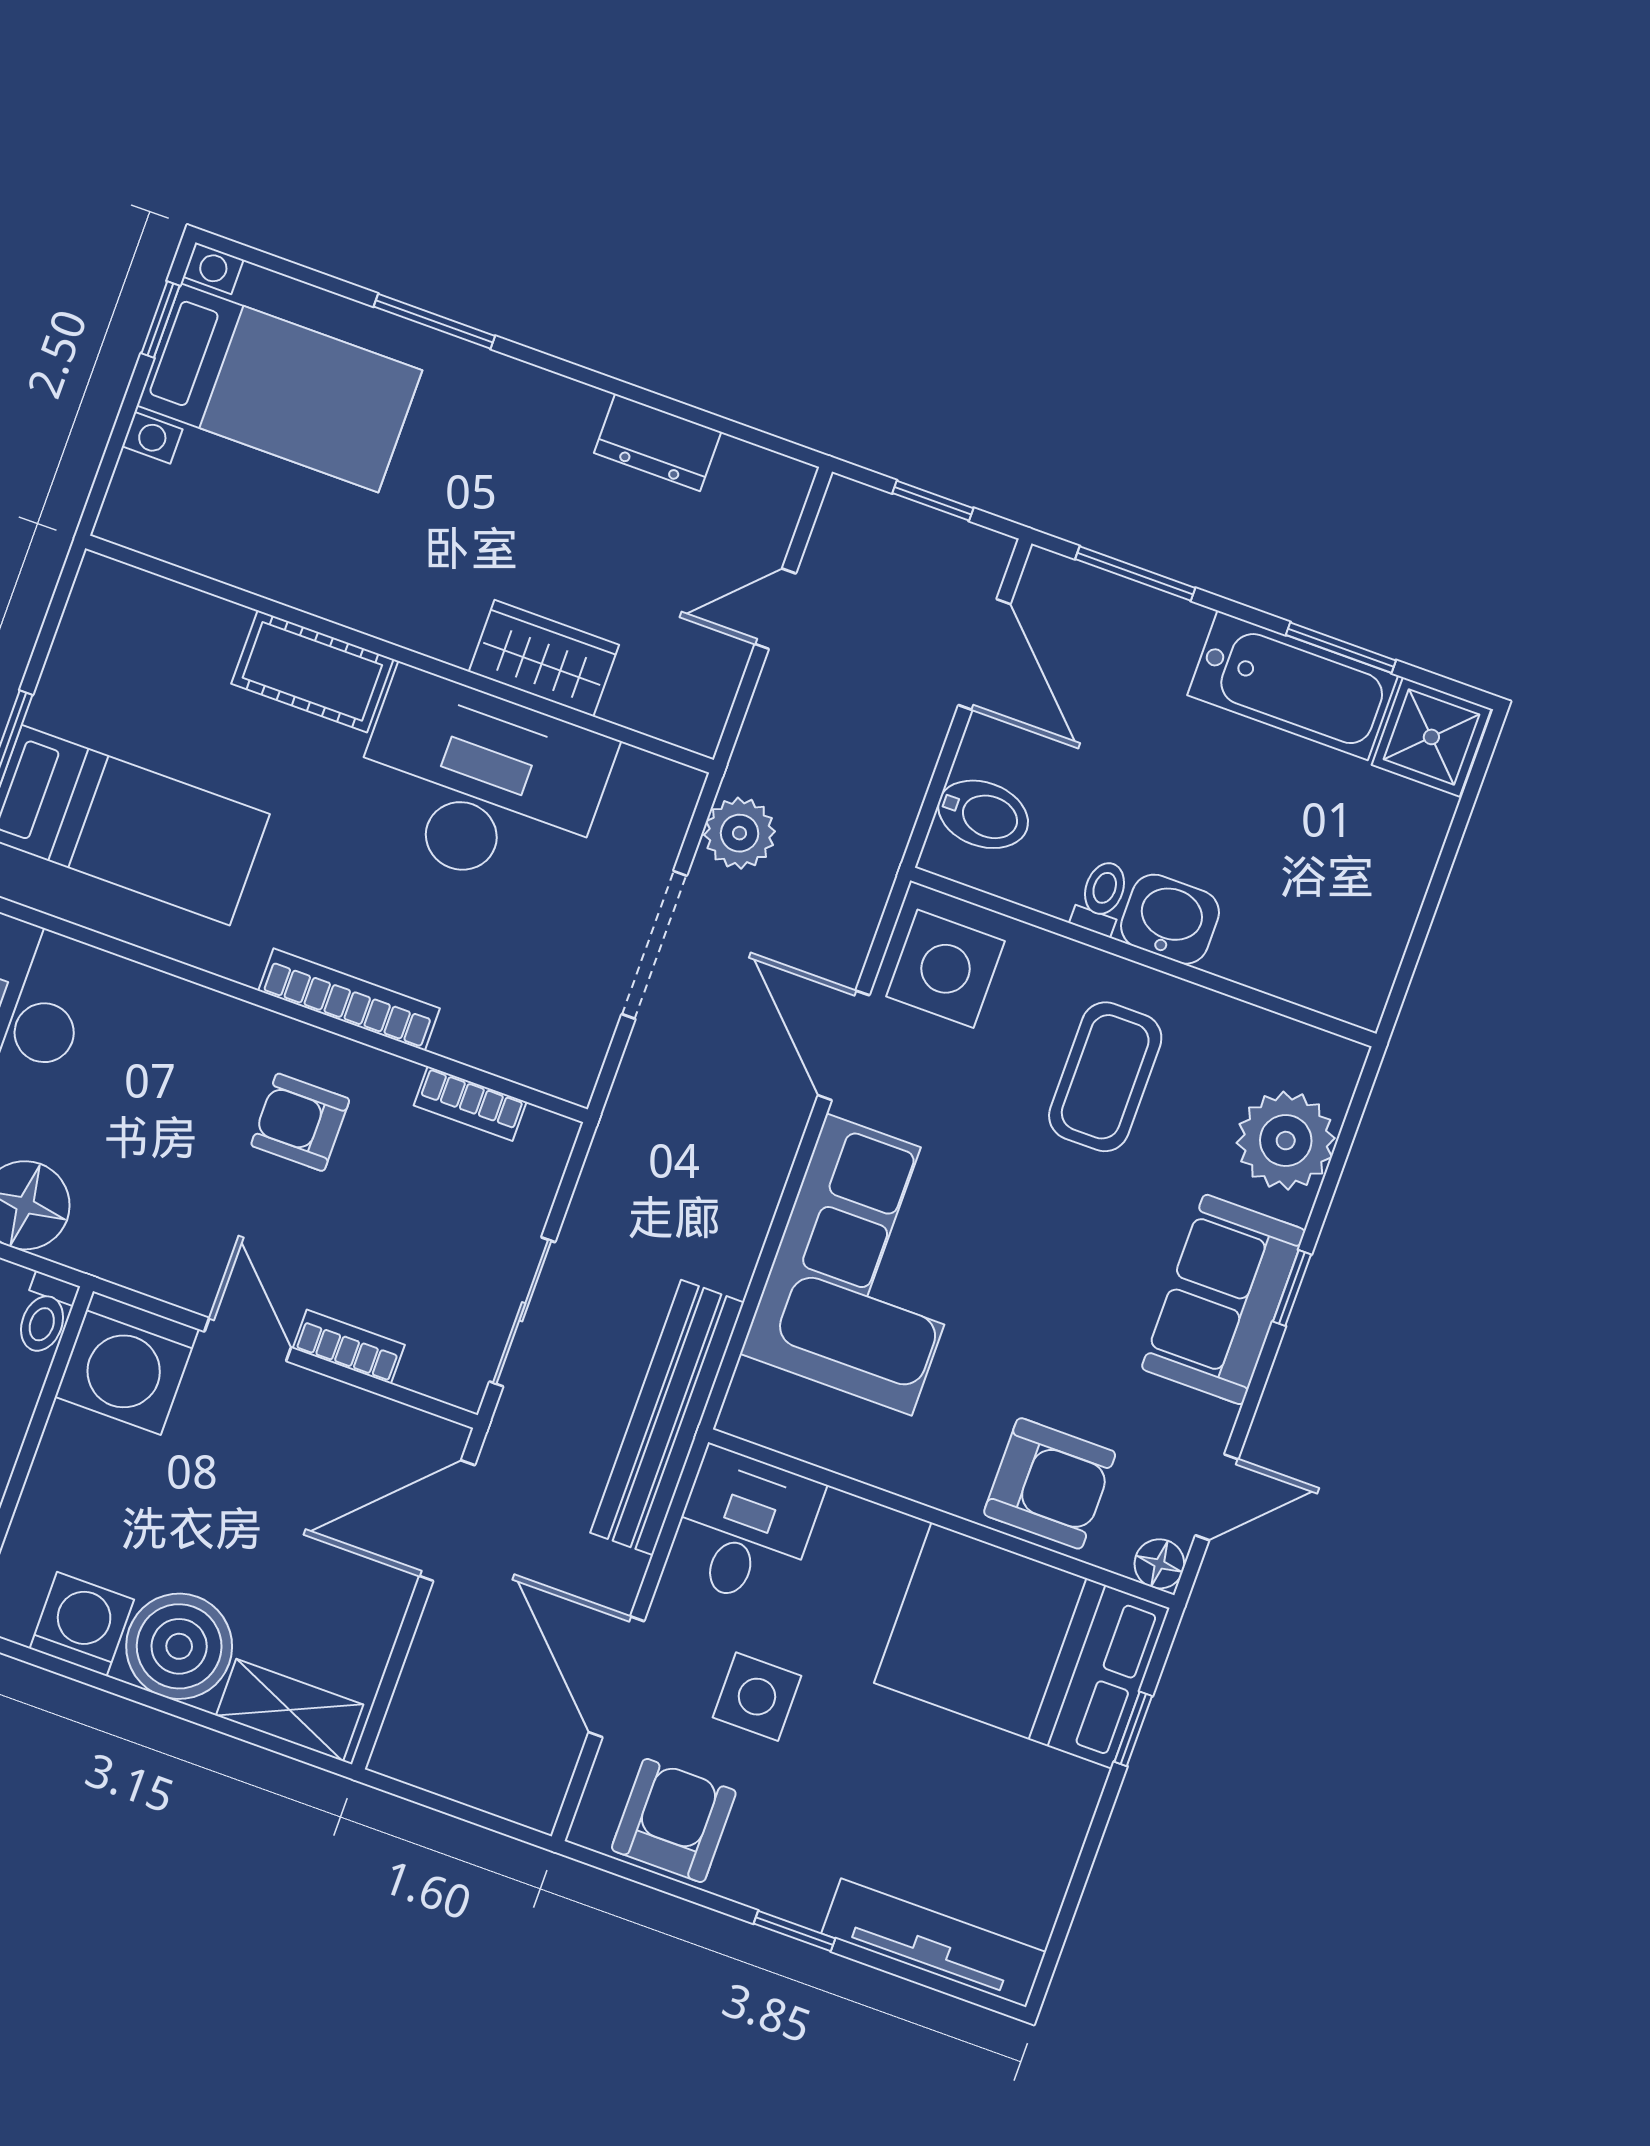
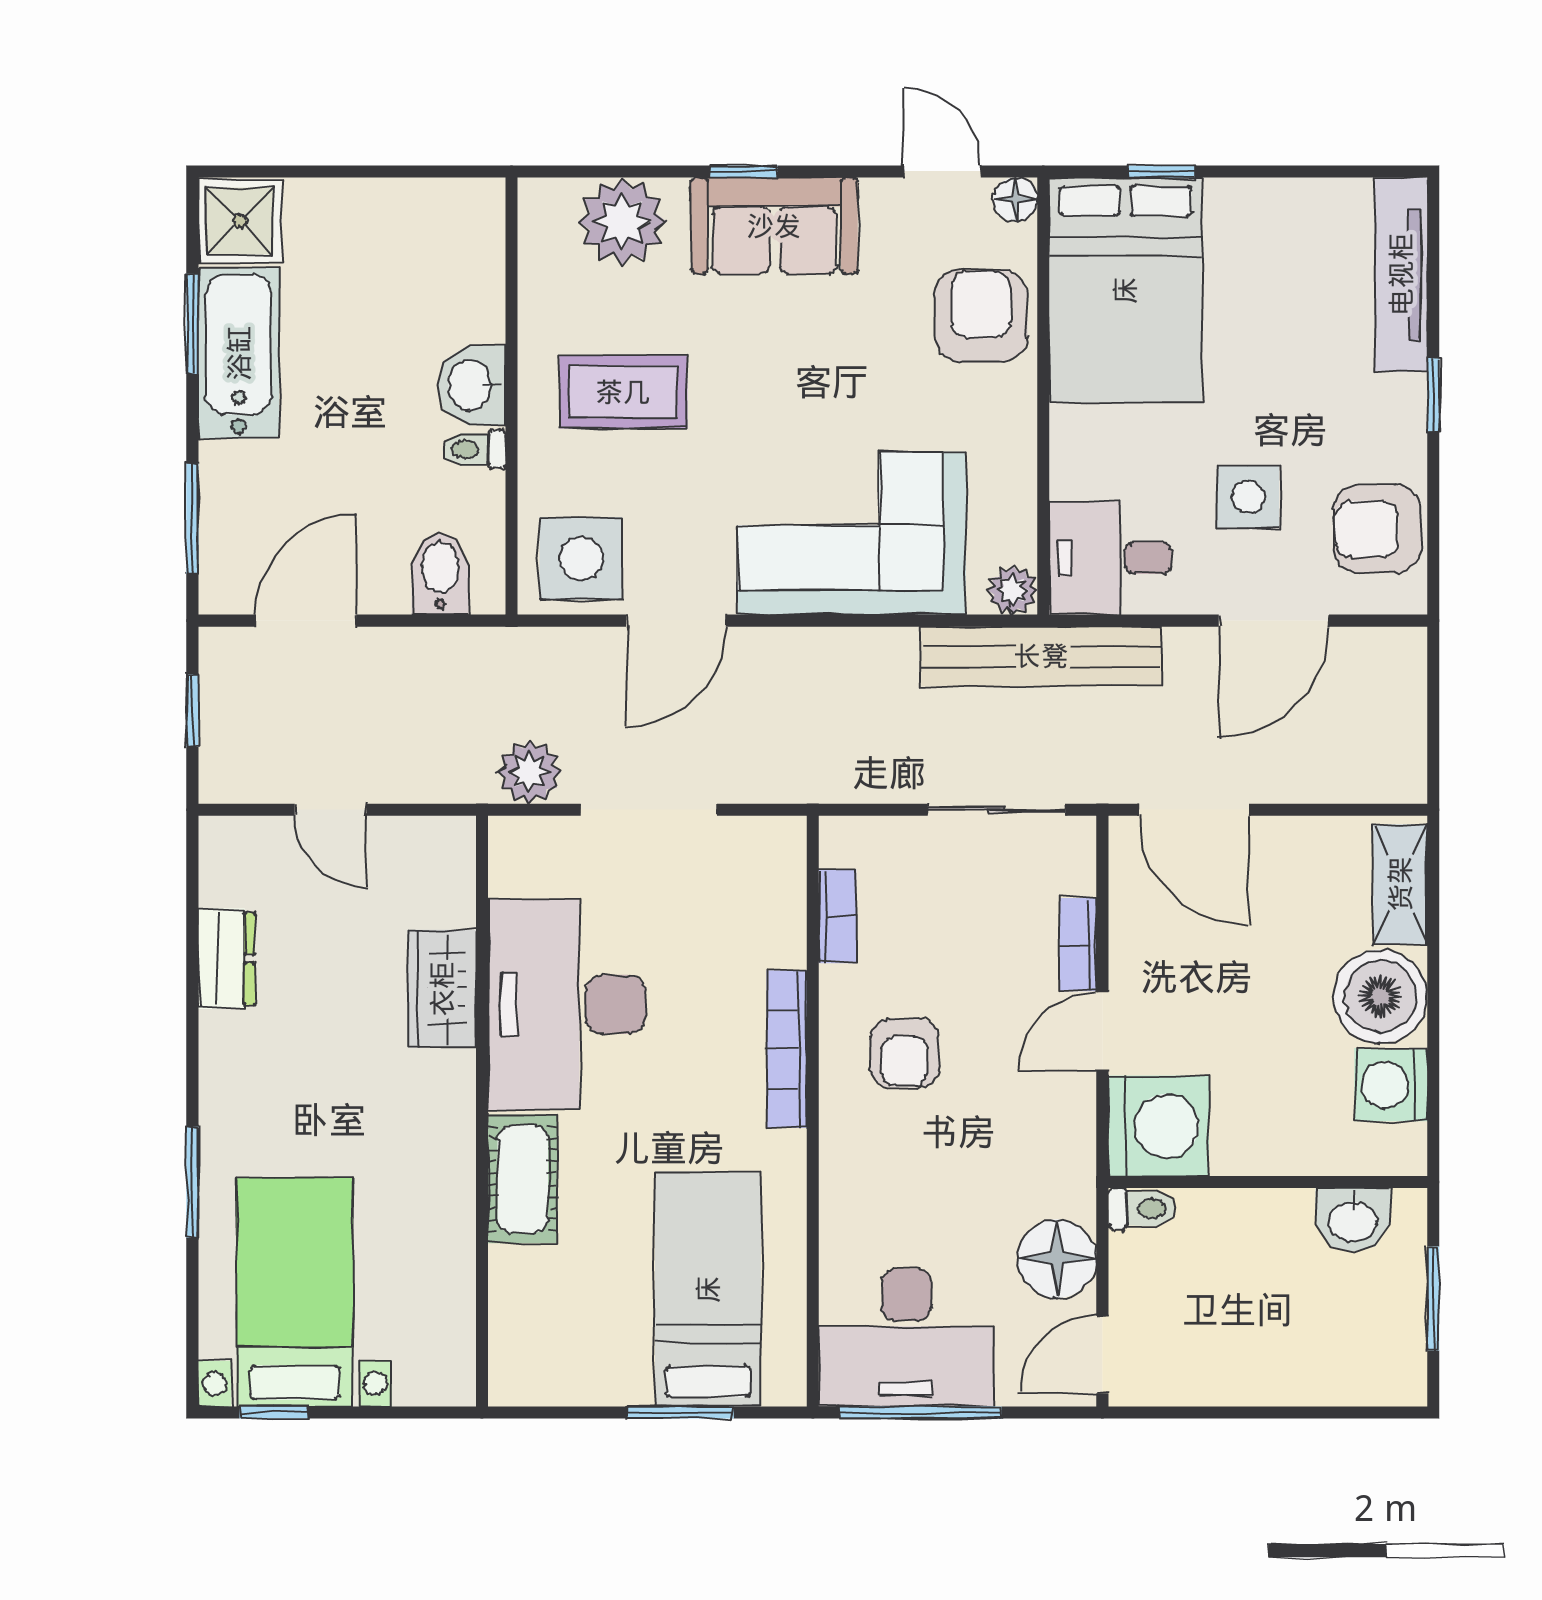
plant: (748, 1413) -> (1013, 590), added

